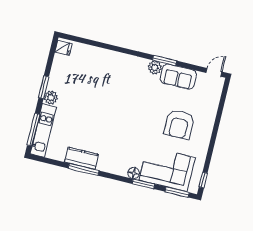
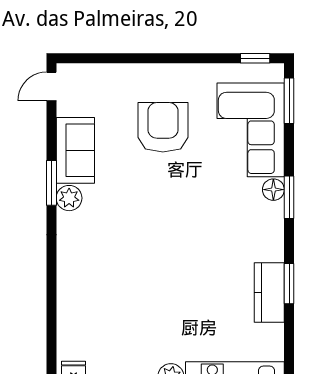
door: (214, 72) -> (52, 86), hinge flipped
armchair: (179, 124) -> (163, 127), turned -90
window: (84, 169) -> (289, 284), width x0.69
window: (143, 184) -> (289, 197), moved

